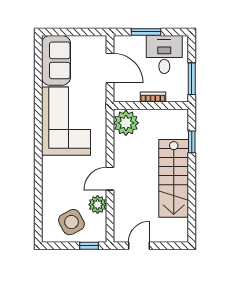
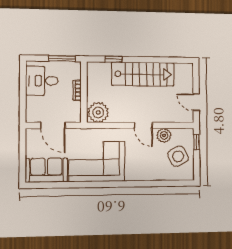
window: (146, 32) -> (23, 96), removed
door: (110, 68) -> (53, 125), swing flipped

